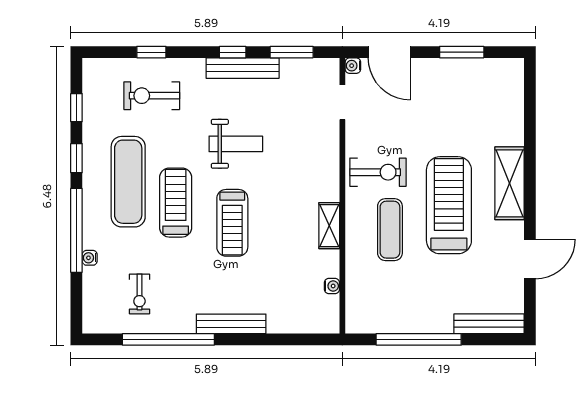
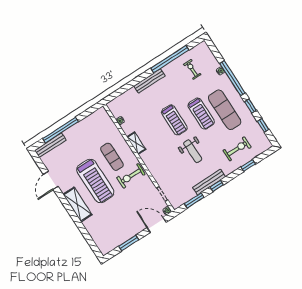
weight bench: (236, 144) -> (193, 151), turned -90
treadmill: (232, 223) -> (174, 120), turned 180
window: (419, 339) -> (61, 130), moved

